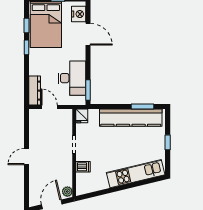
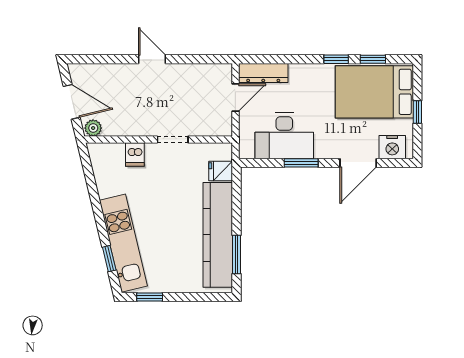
window: (88, 90) -> (301, 163), moved
fridge: (82, 116) -> (221, 171), moved
window: (168, 142) -> (150, 297), moved
window: (145, 182) -> (109, 259), added

